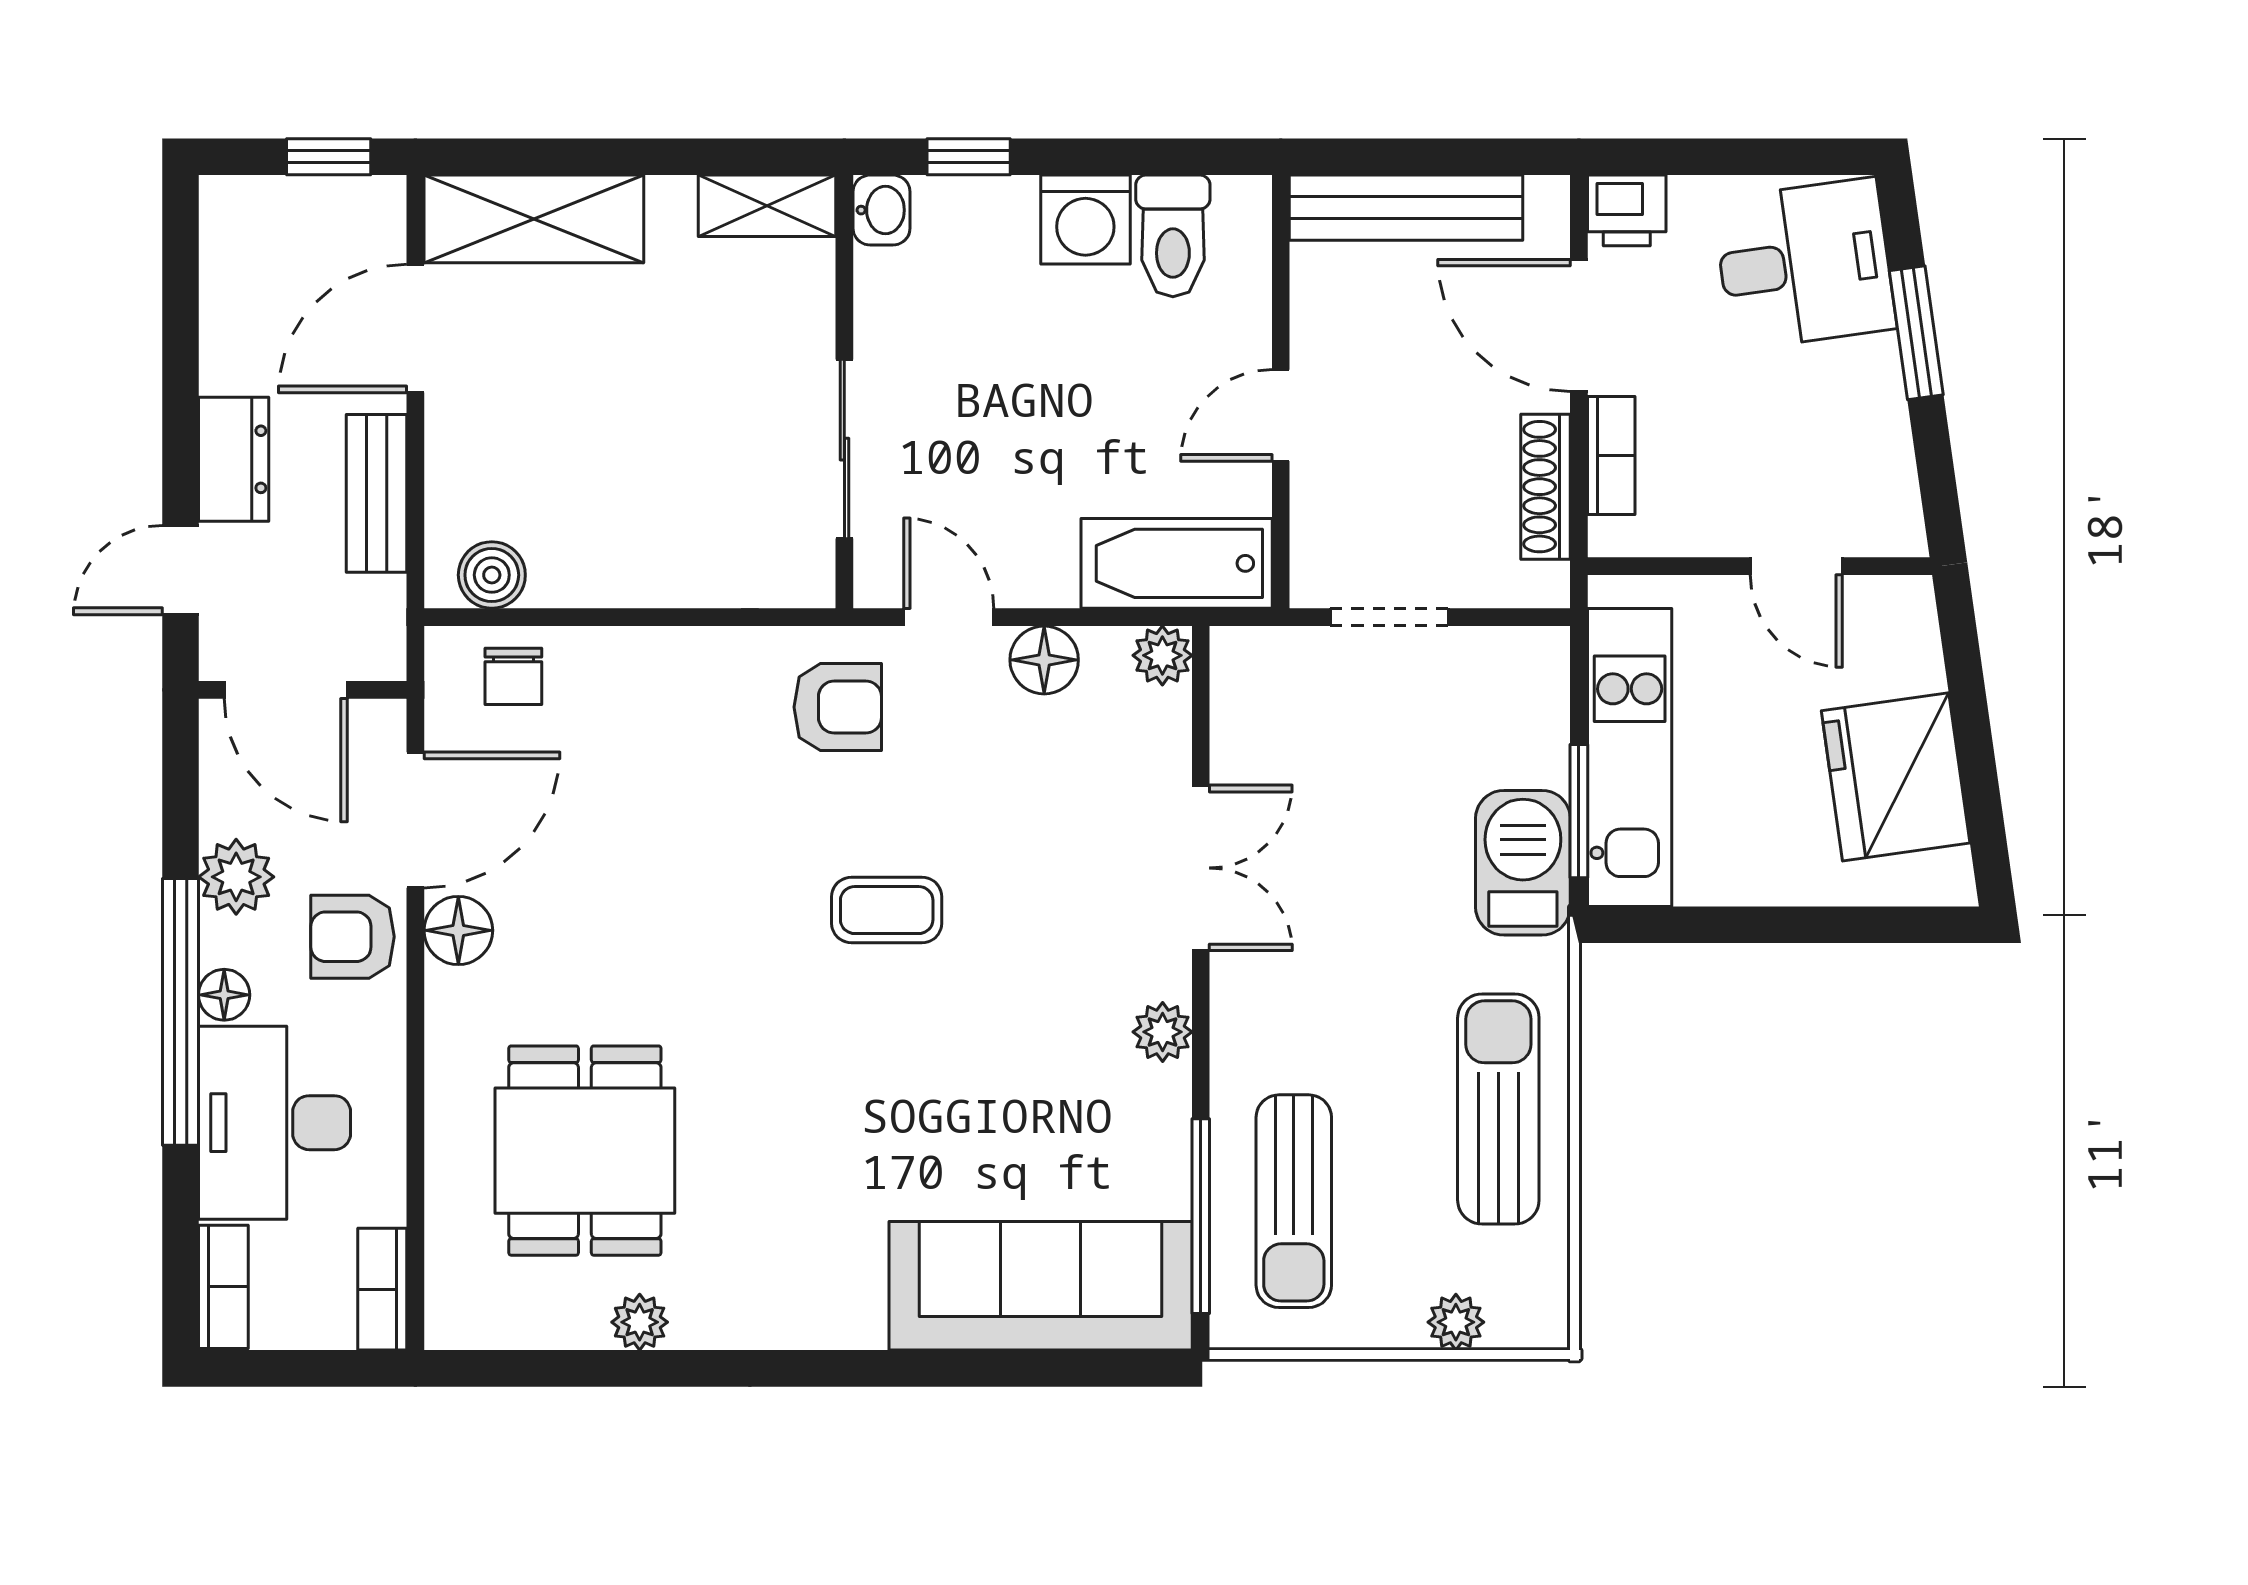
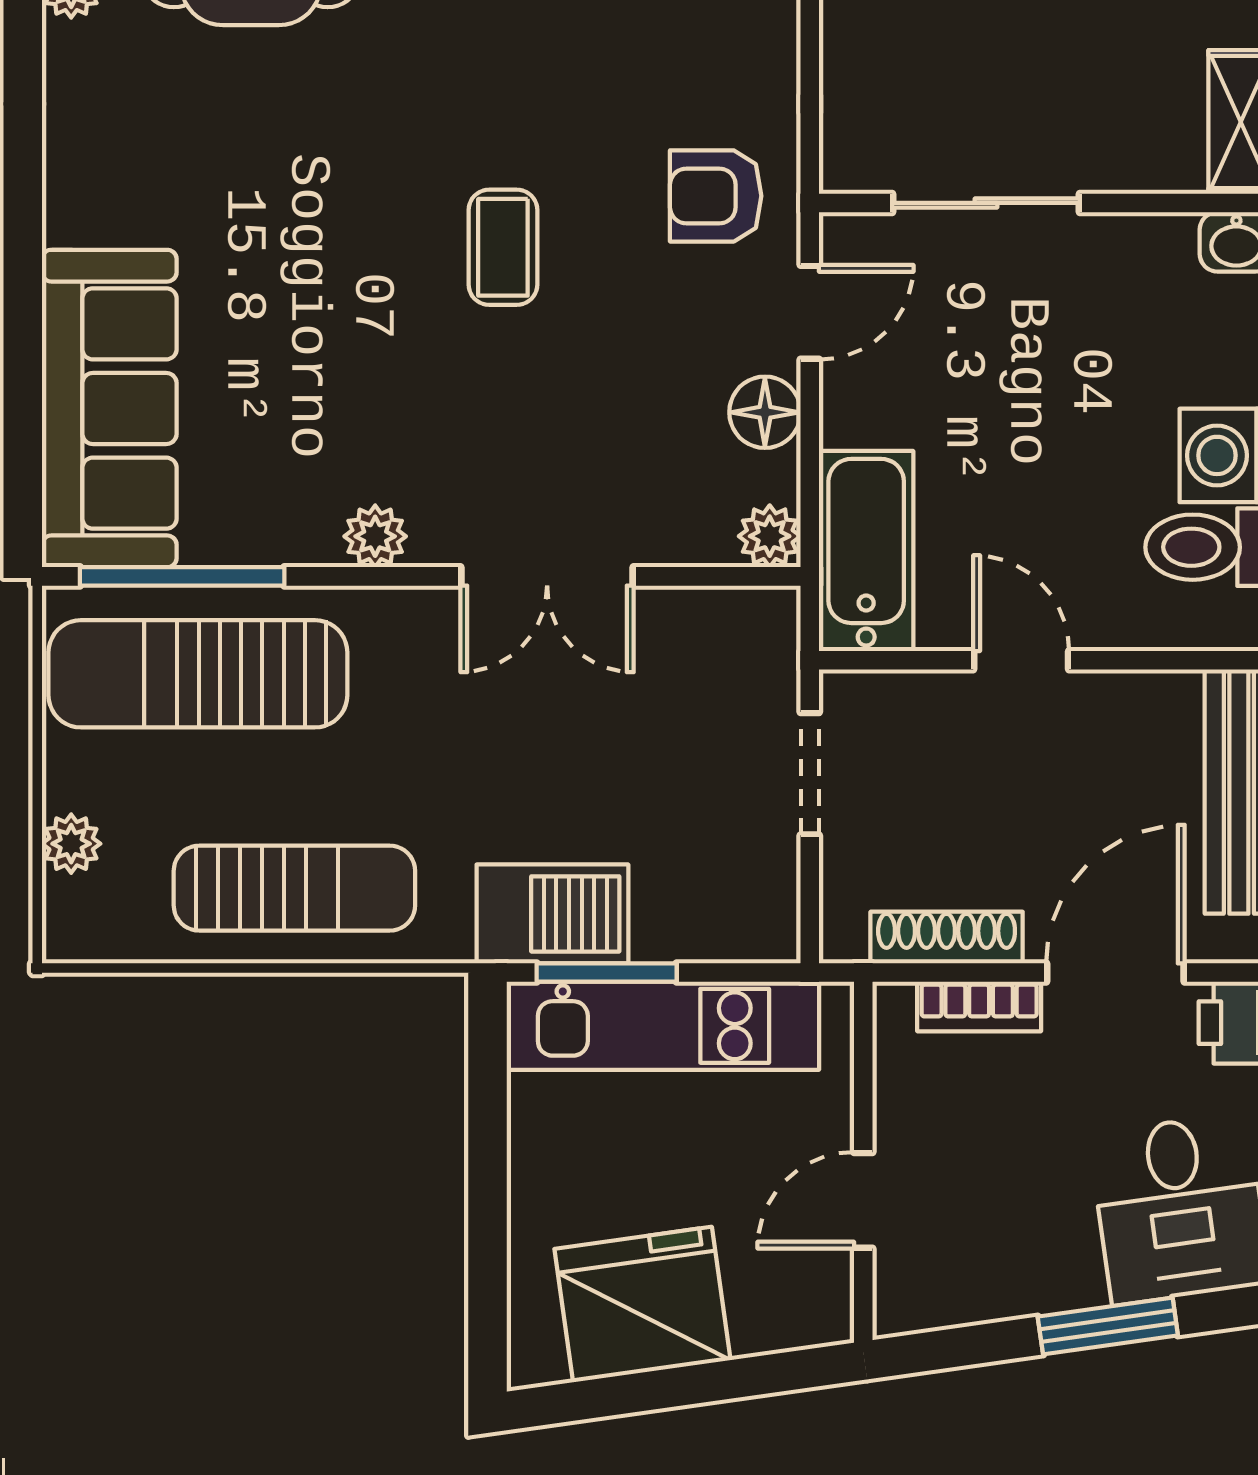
armchair: (838, 707) -> (716, 196), turned 90
sun lounger: (1294, 1201) -> (198, 674), width x1.36, depth x1.34

